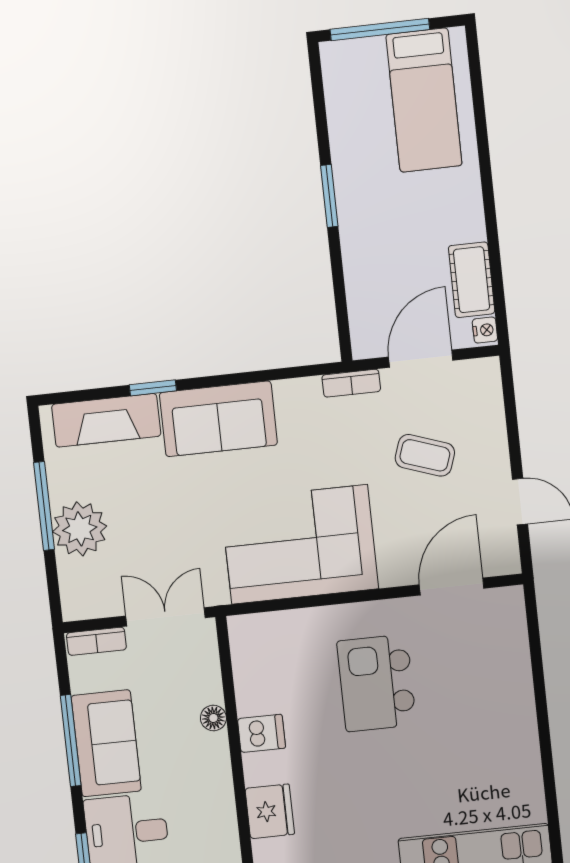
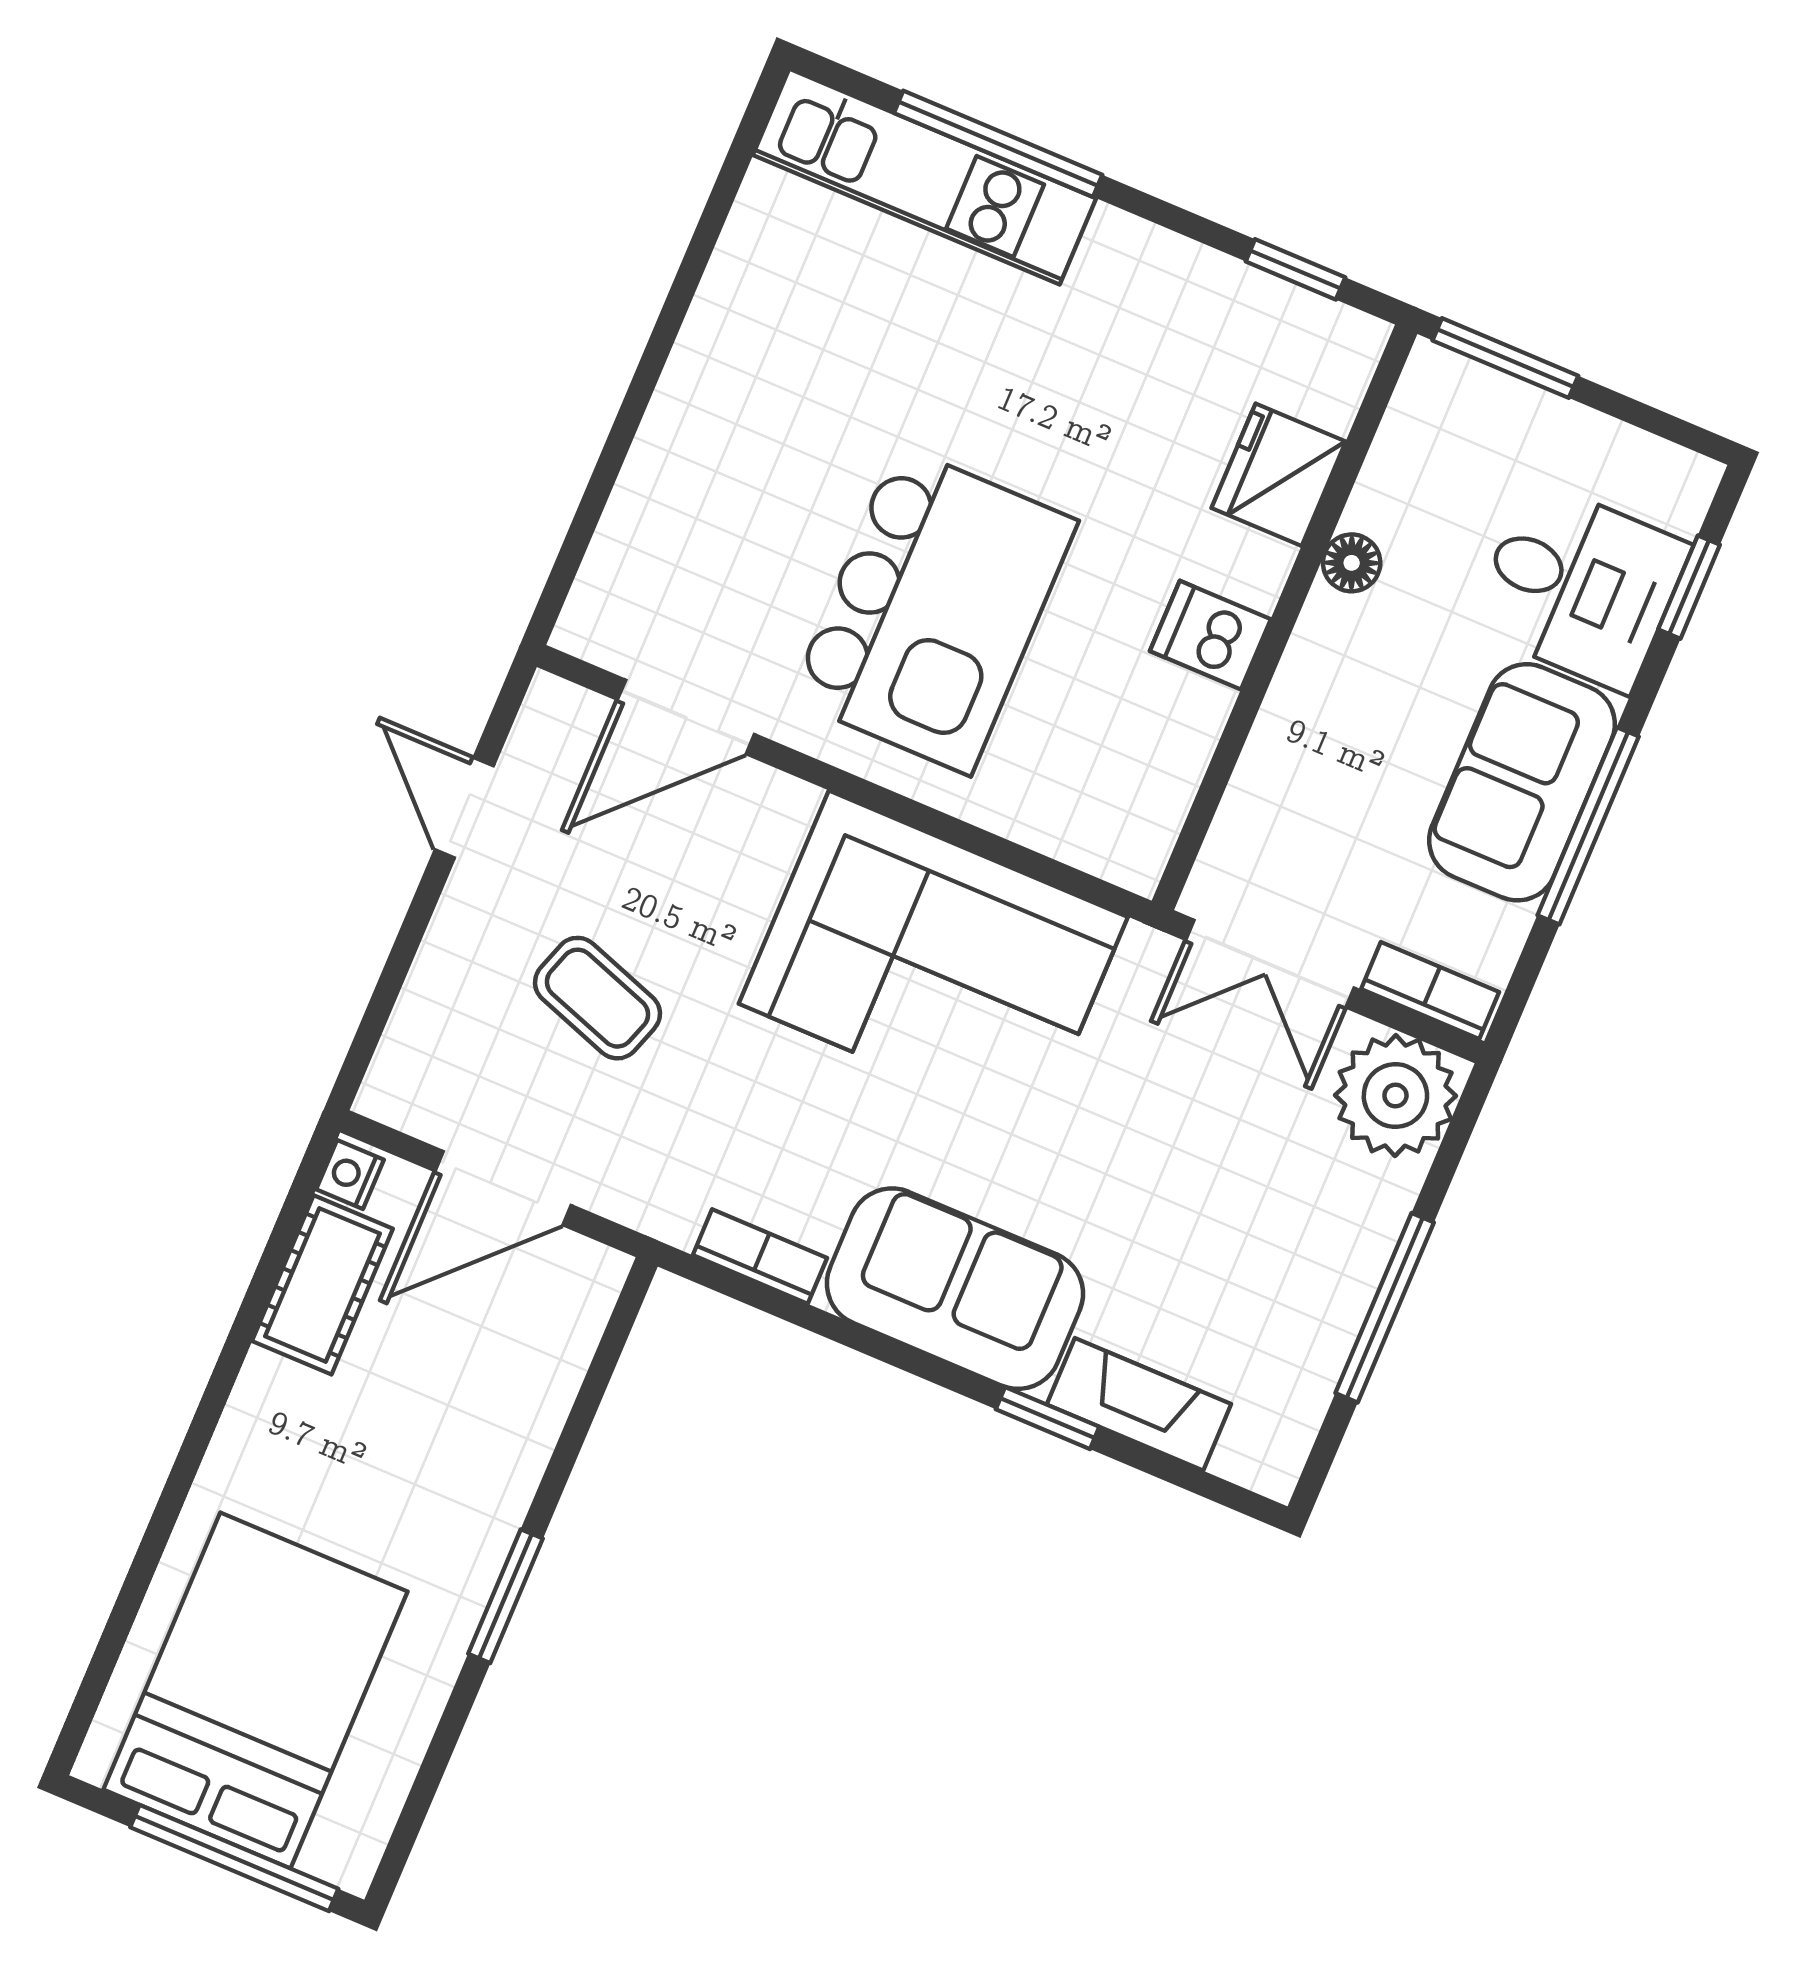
bed: (424, 100) -> (255, 1690), width x1.50
bookcase: (351, 383) -> (760, 1256), moved
fireplace: (106, 420) -> (1139, 1404), width x0.73, depth x0.76
plant: (80, 529) -> (1395, 1096), moved
kitchen island: (377, 683) -> (934, 610), width x1.37, depth x1.28
floor lamp: (213, 718) -> (1352, 563), moved

